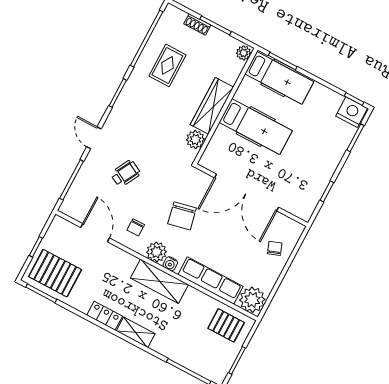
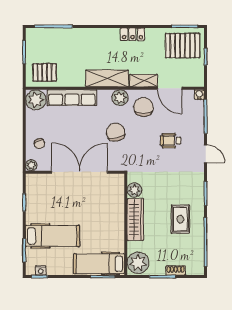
plant: (244, 53) -> (138, 263), width x1.88, depth x1.88
rug: (167, 65) -> (180, 219), moved
nightstand: (352, 112) -> (41, 270), width x0.53, depth x0.56
hospital bed: (256, 127) -> (52, 236), moved, turned 180
wheelchair: (125, 174) -> (170, 141), turned 62
chair: (136, 227) -> (143, 107), width x1.87, depth x1.87
plant: (297, 229) -> (31, 165), added
water cooler: (170, 264) -> (199, 95), moved
shelving: (136, 332) -> (144, 81), moved

